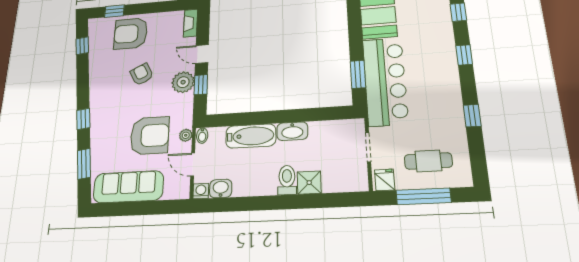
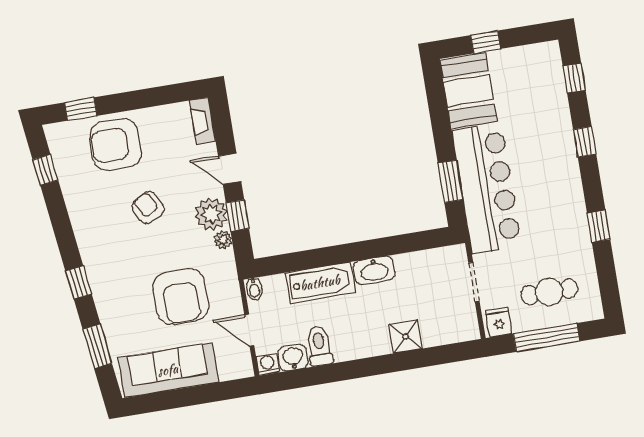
plant: (186, 135) -> (223, 240), moved
armchair: (150, 136) -> (181, 297), turned 90
toilet: (287, 180) -> (319, 346), moved

